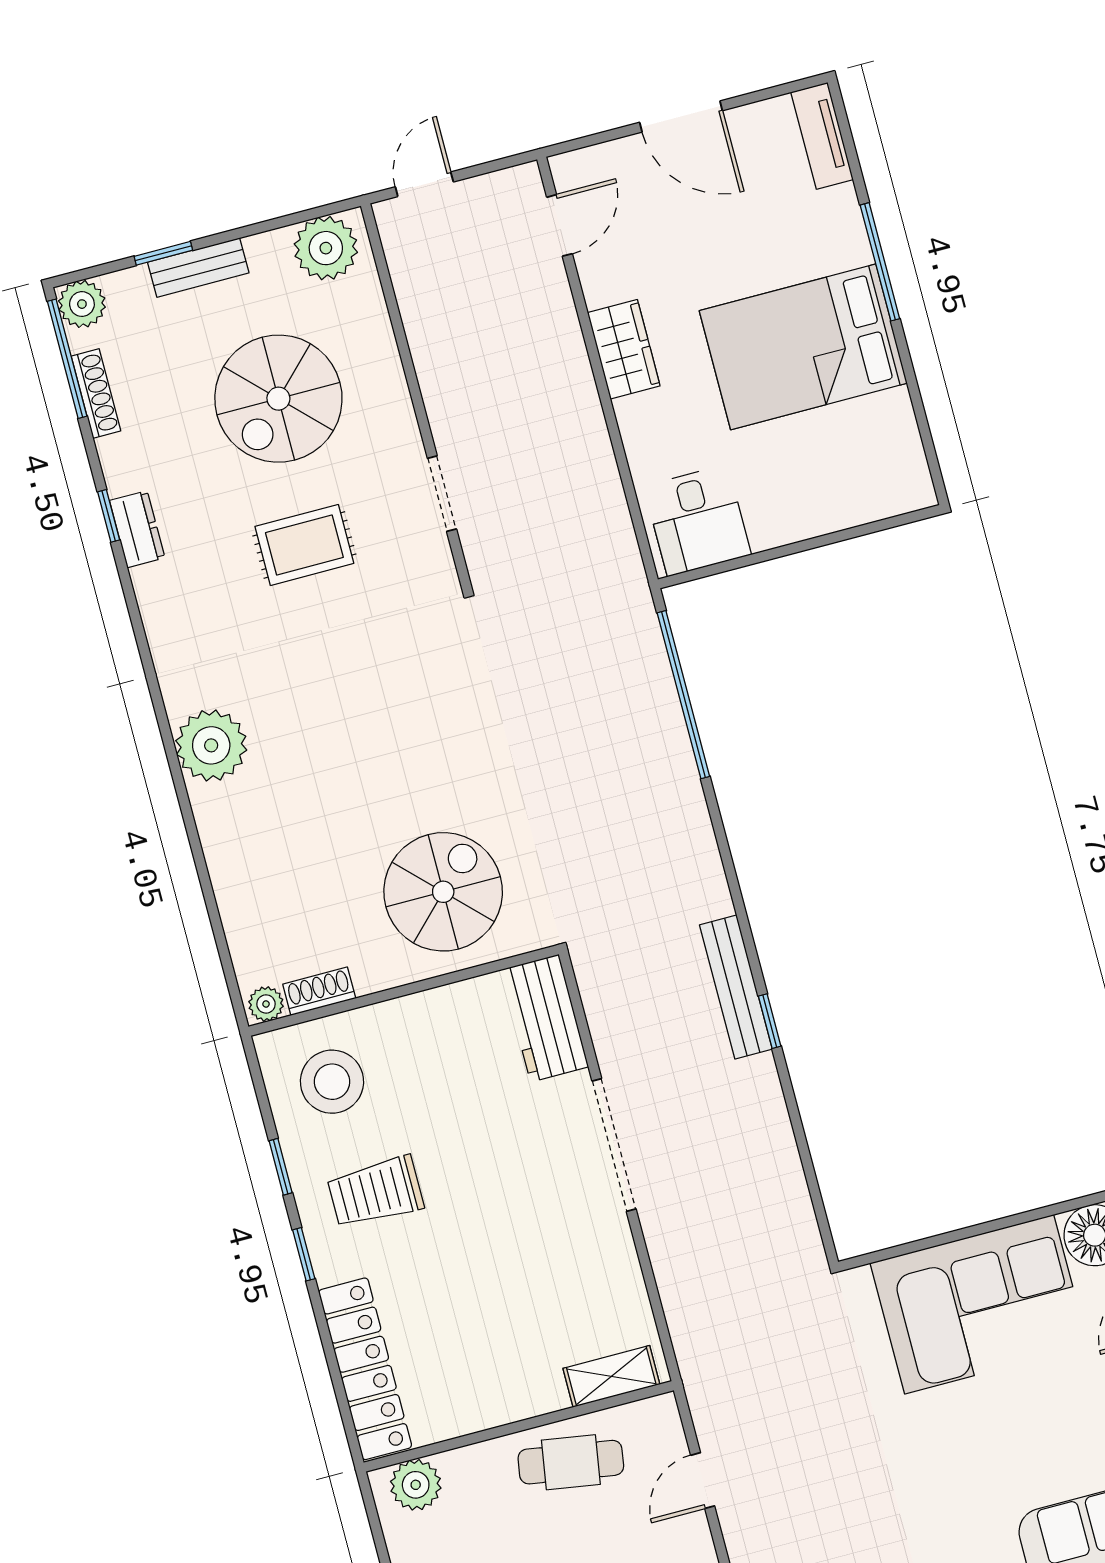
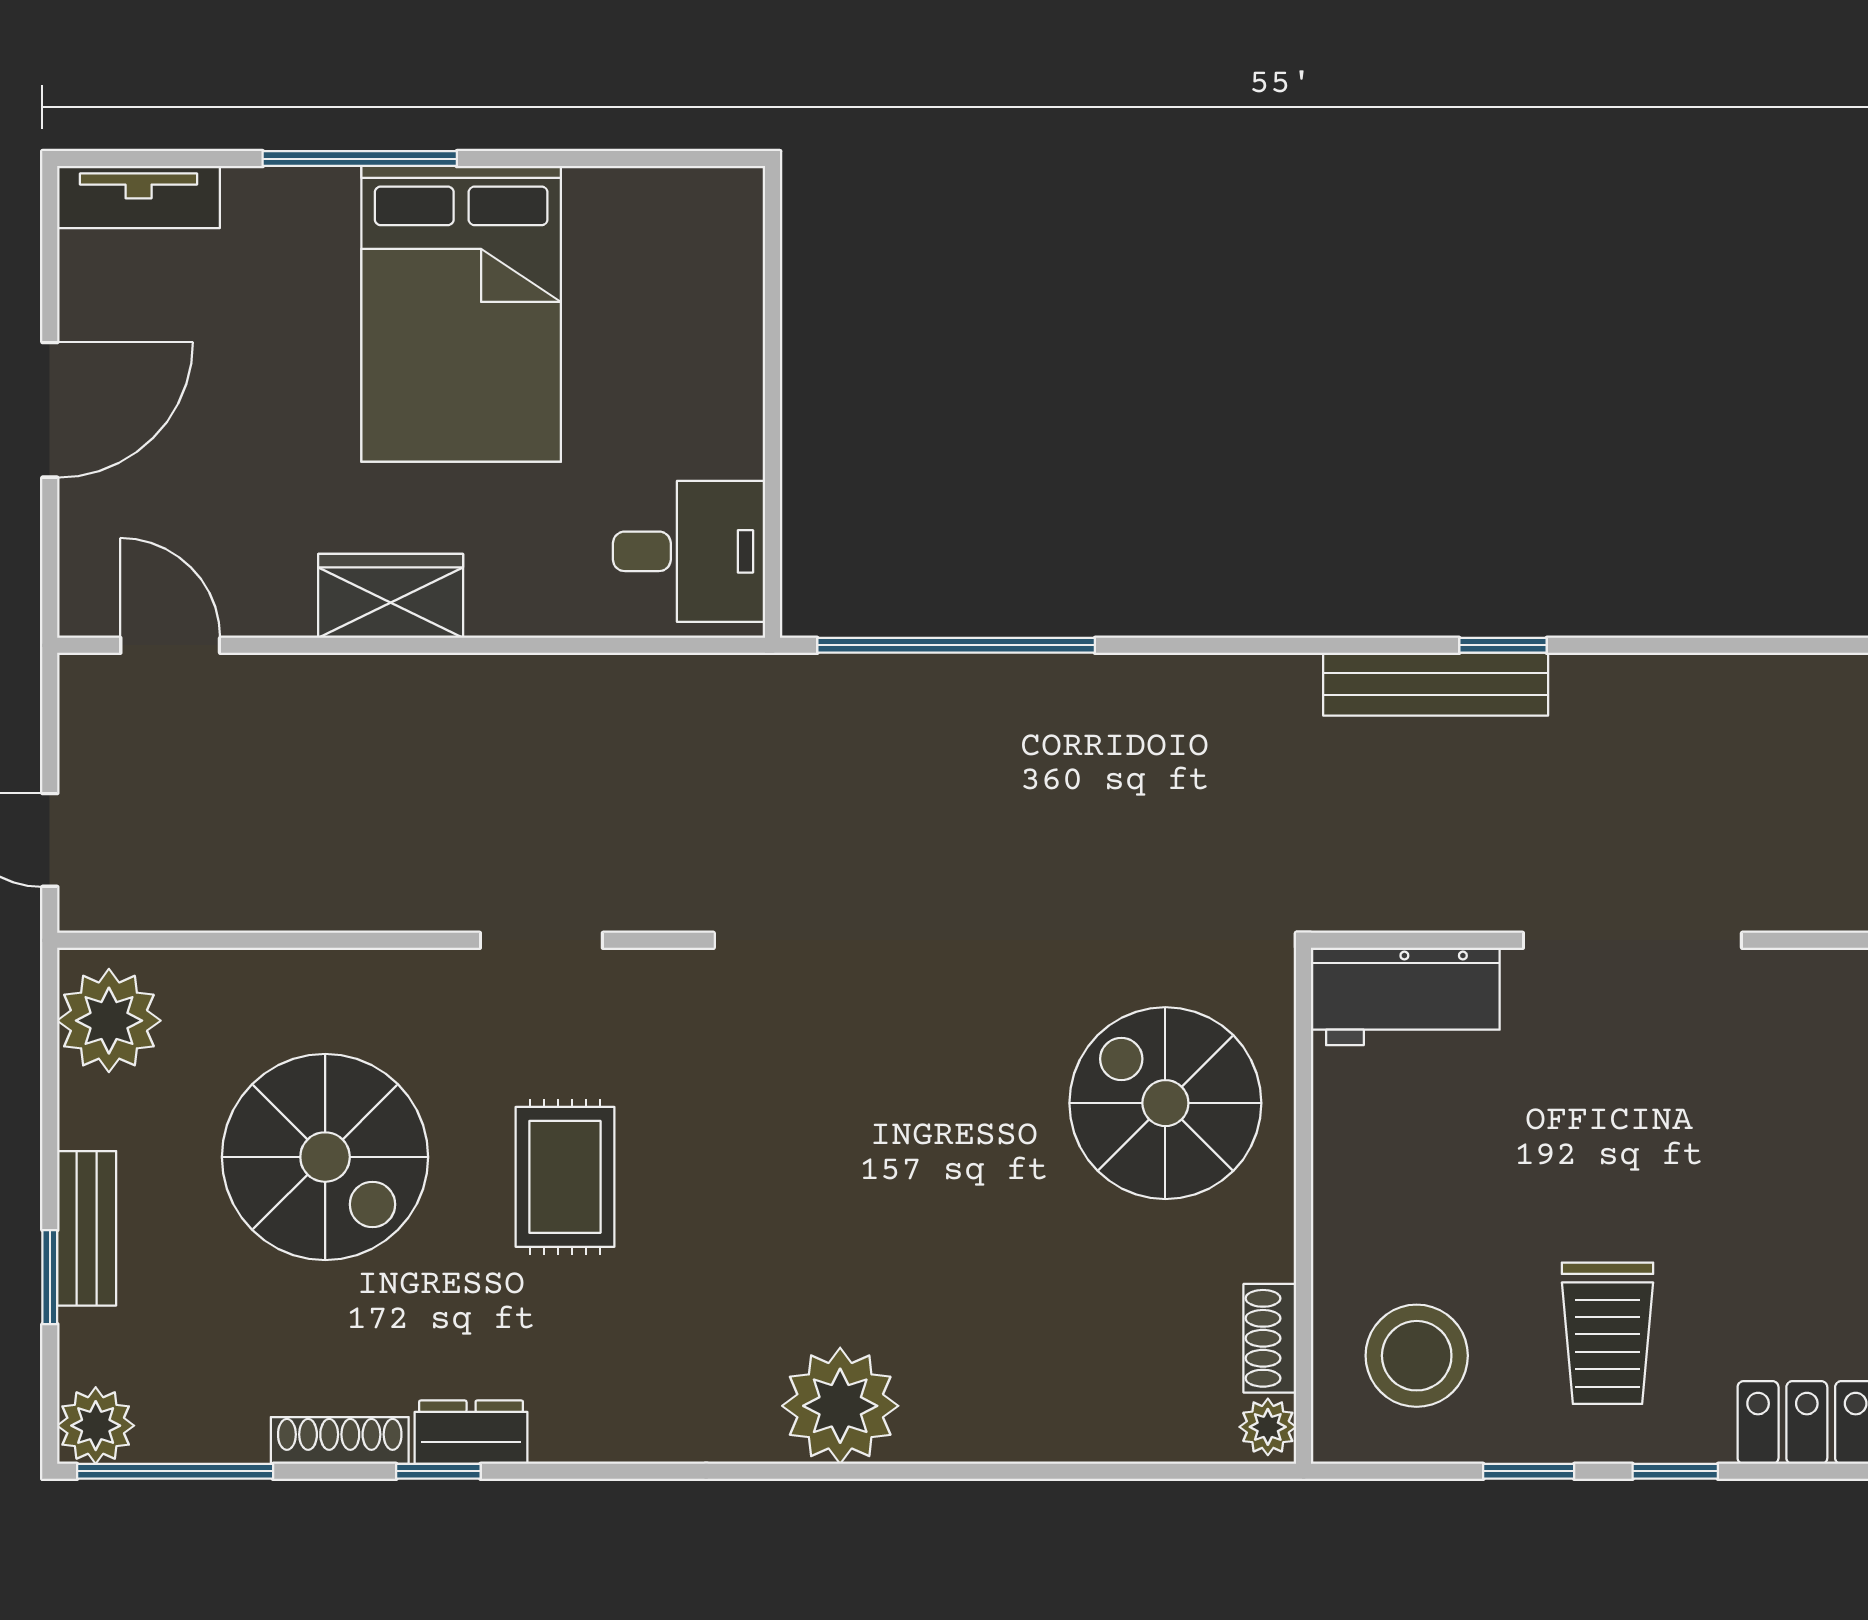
shoe rack: (96, 393) -> (340, 1441), moved

